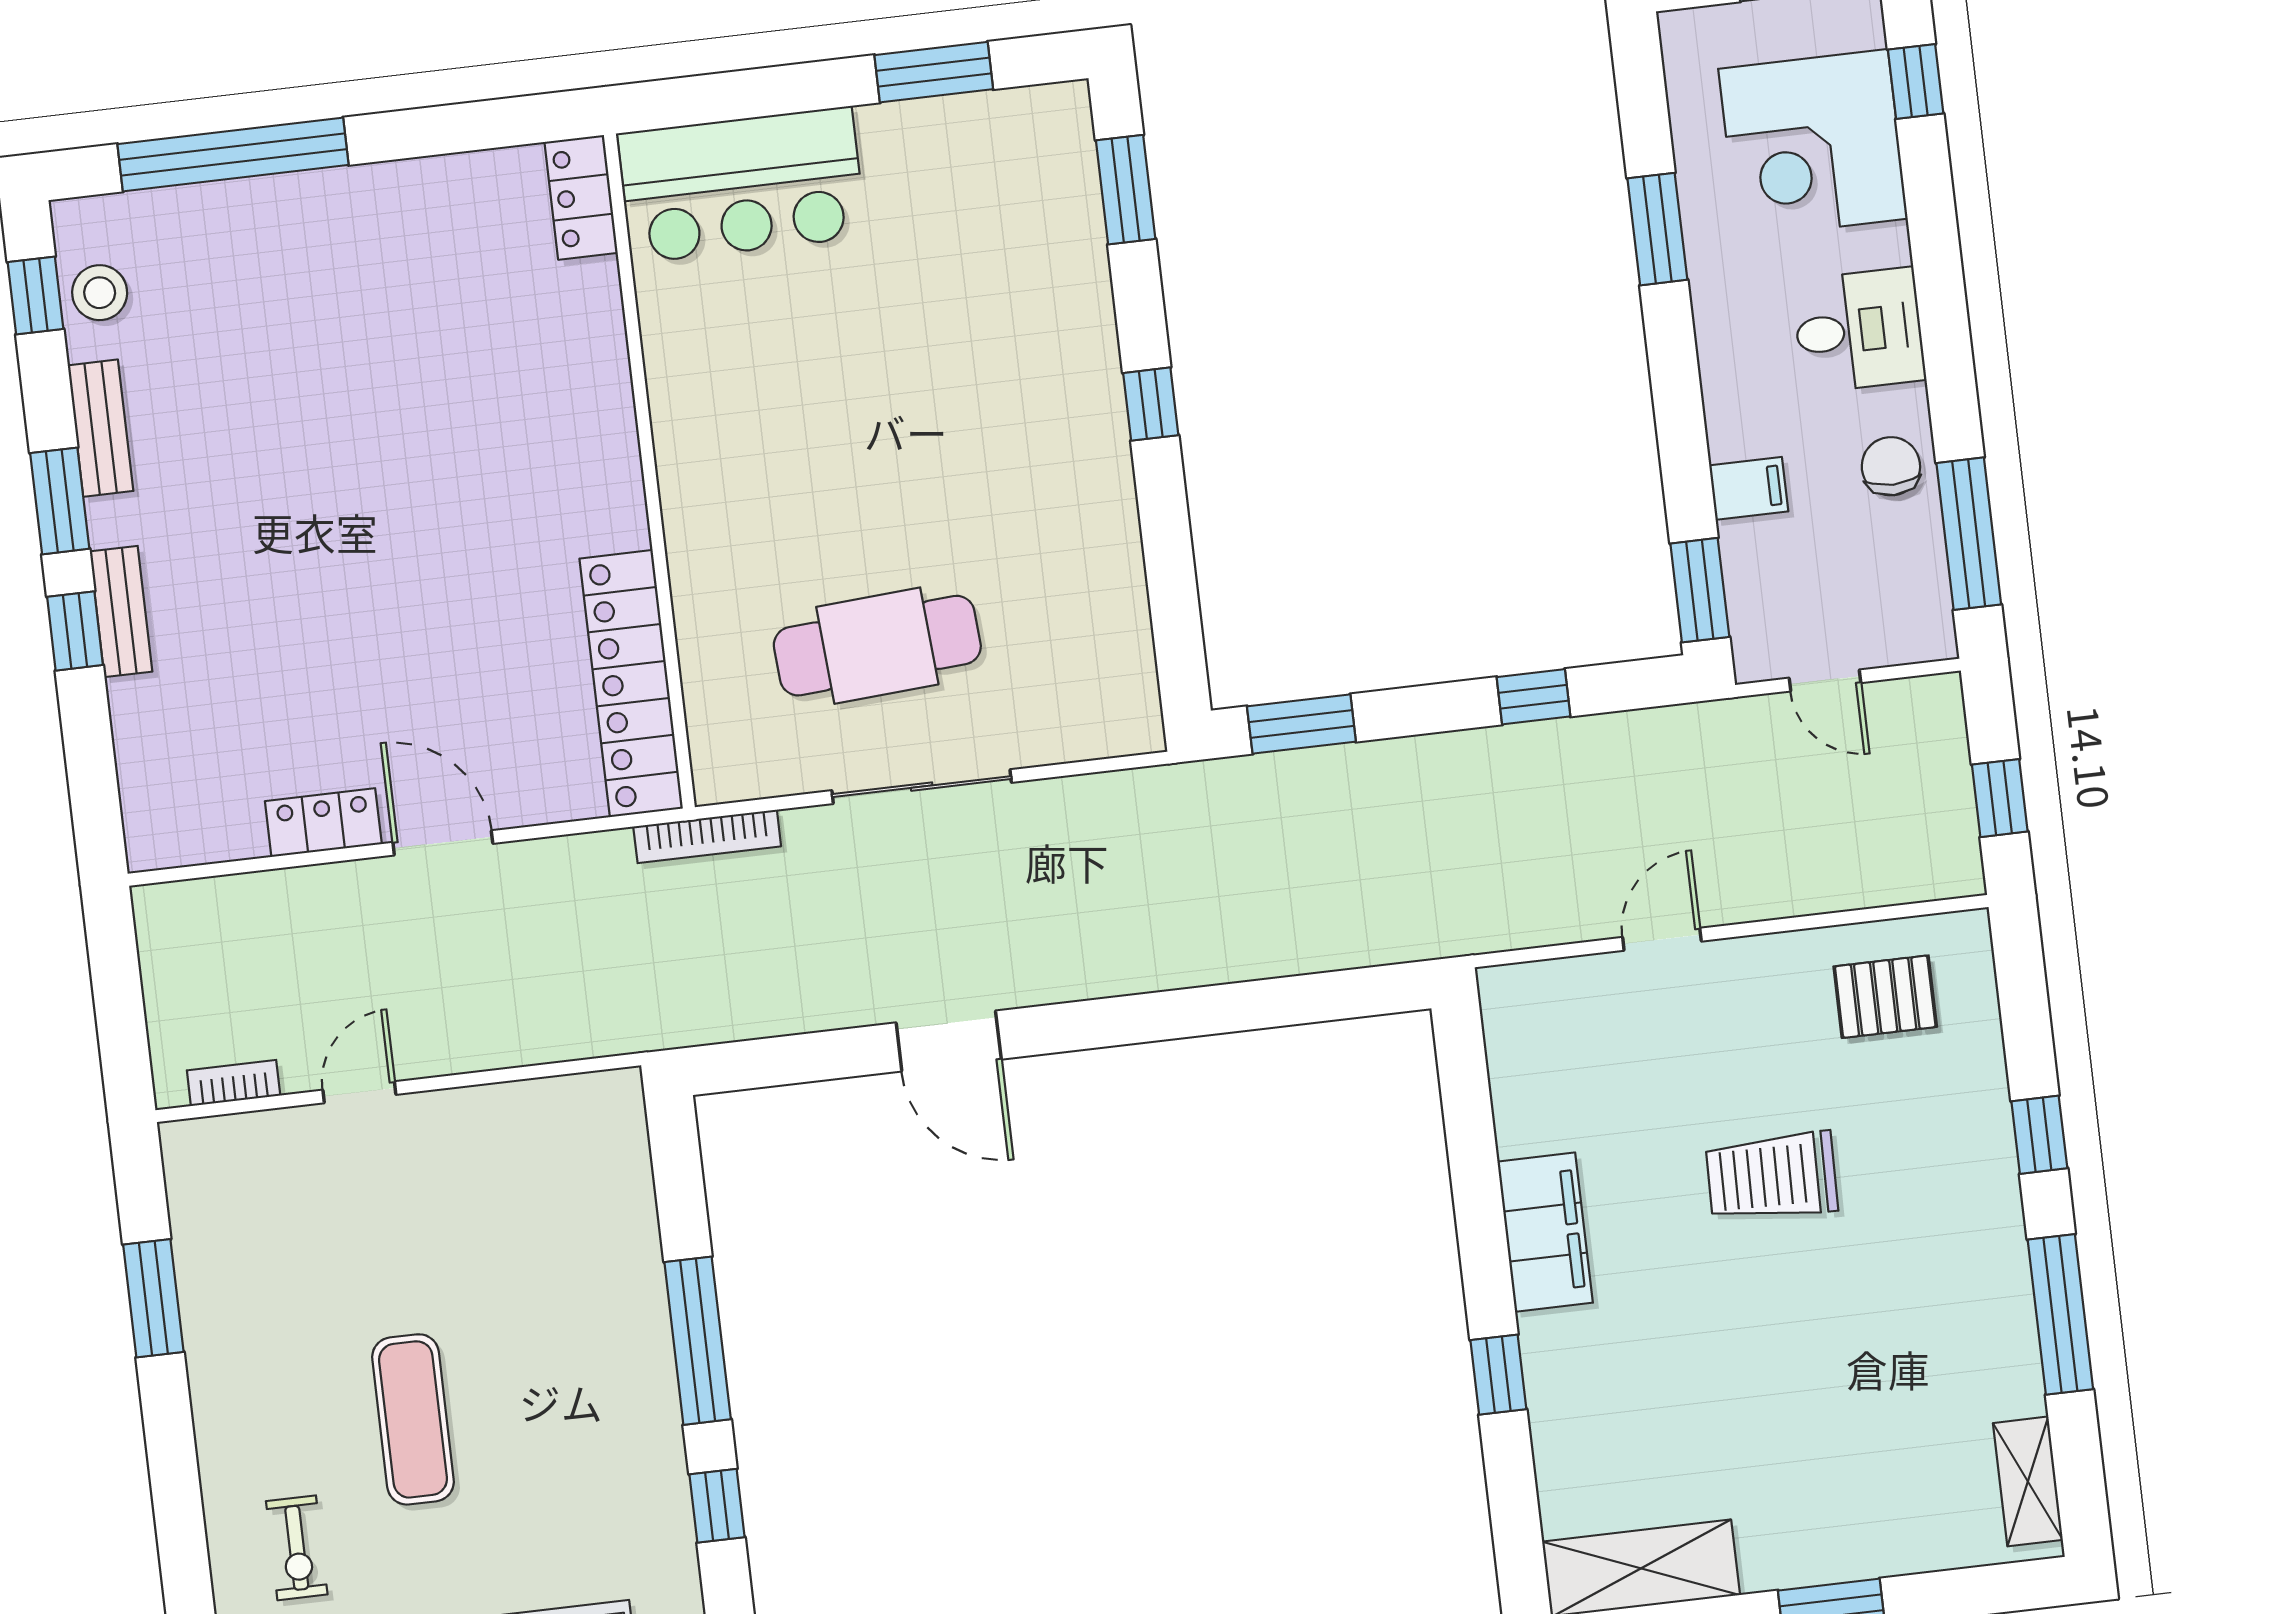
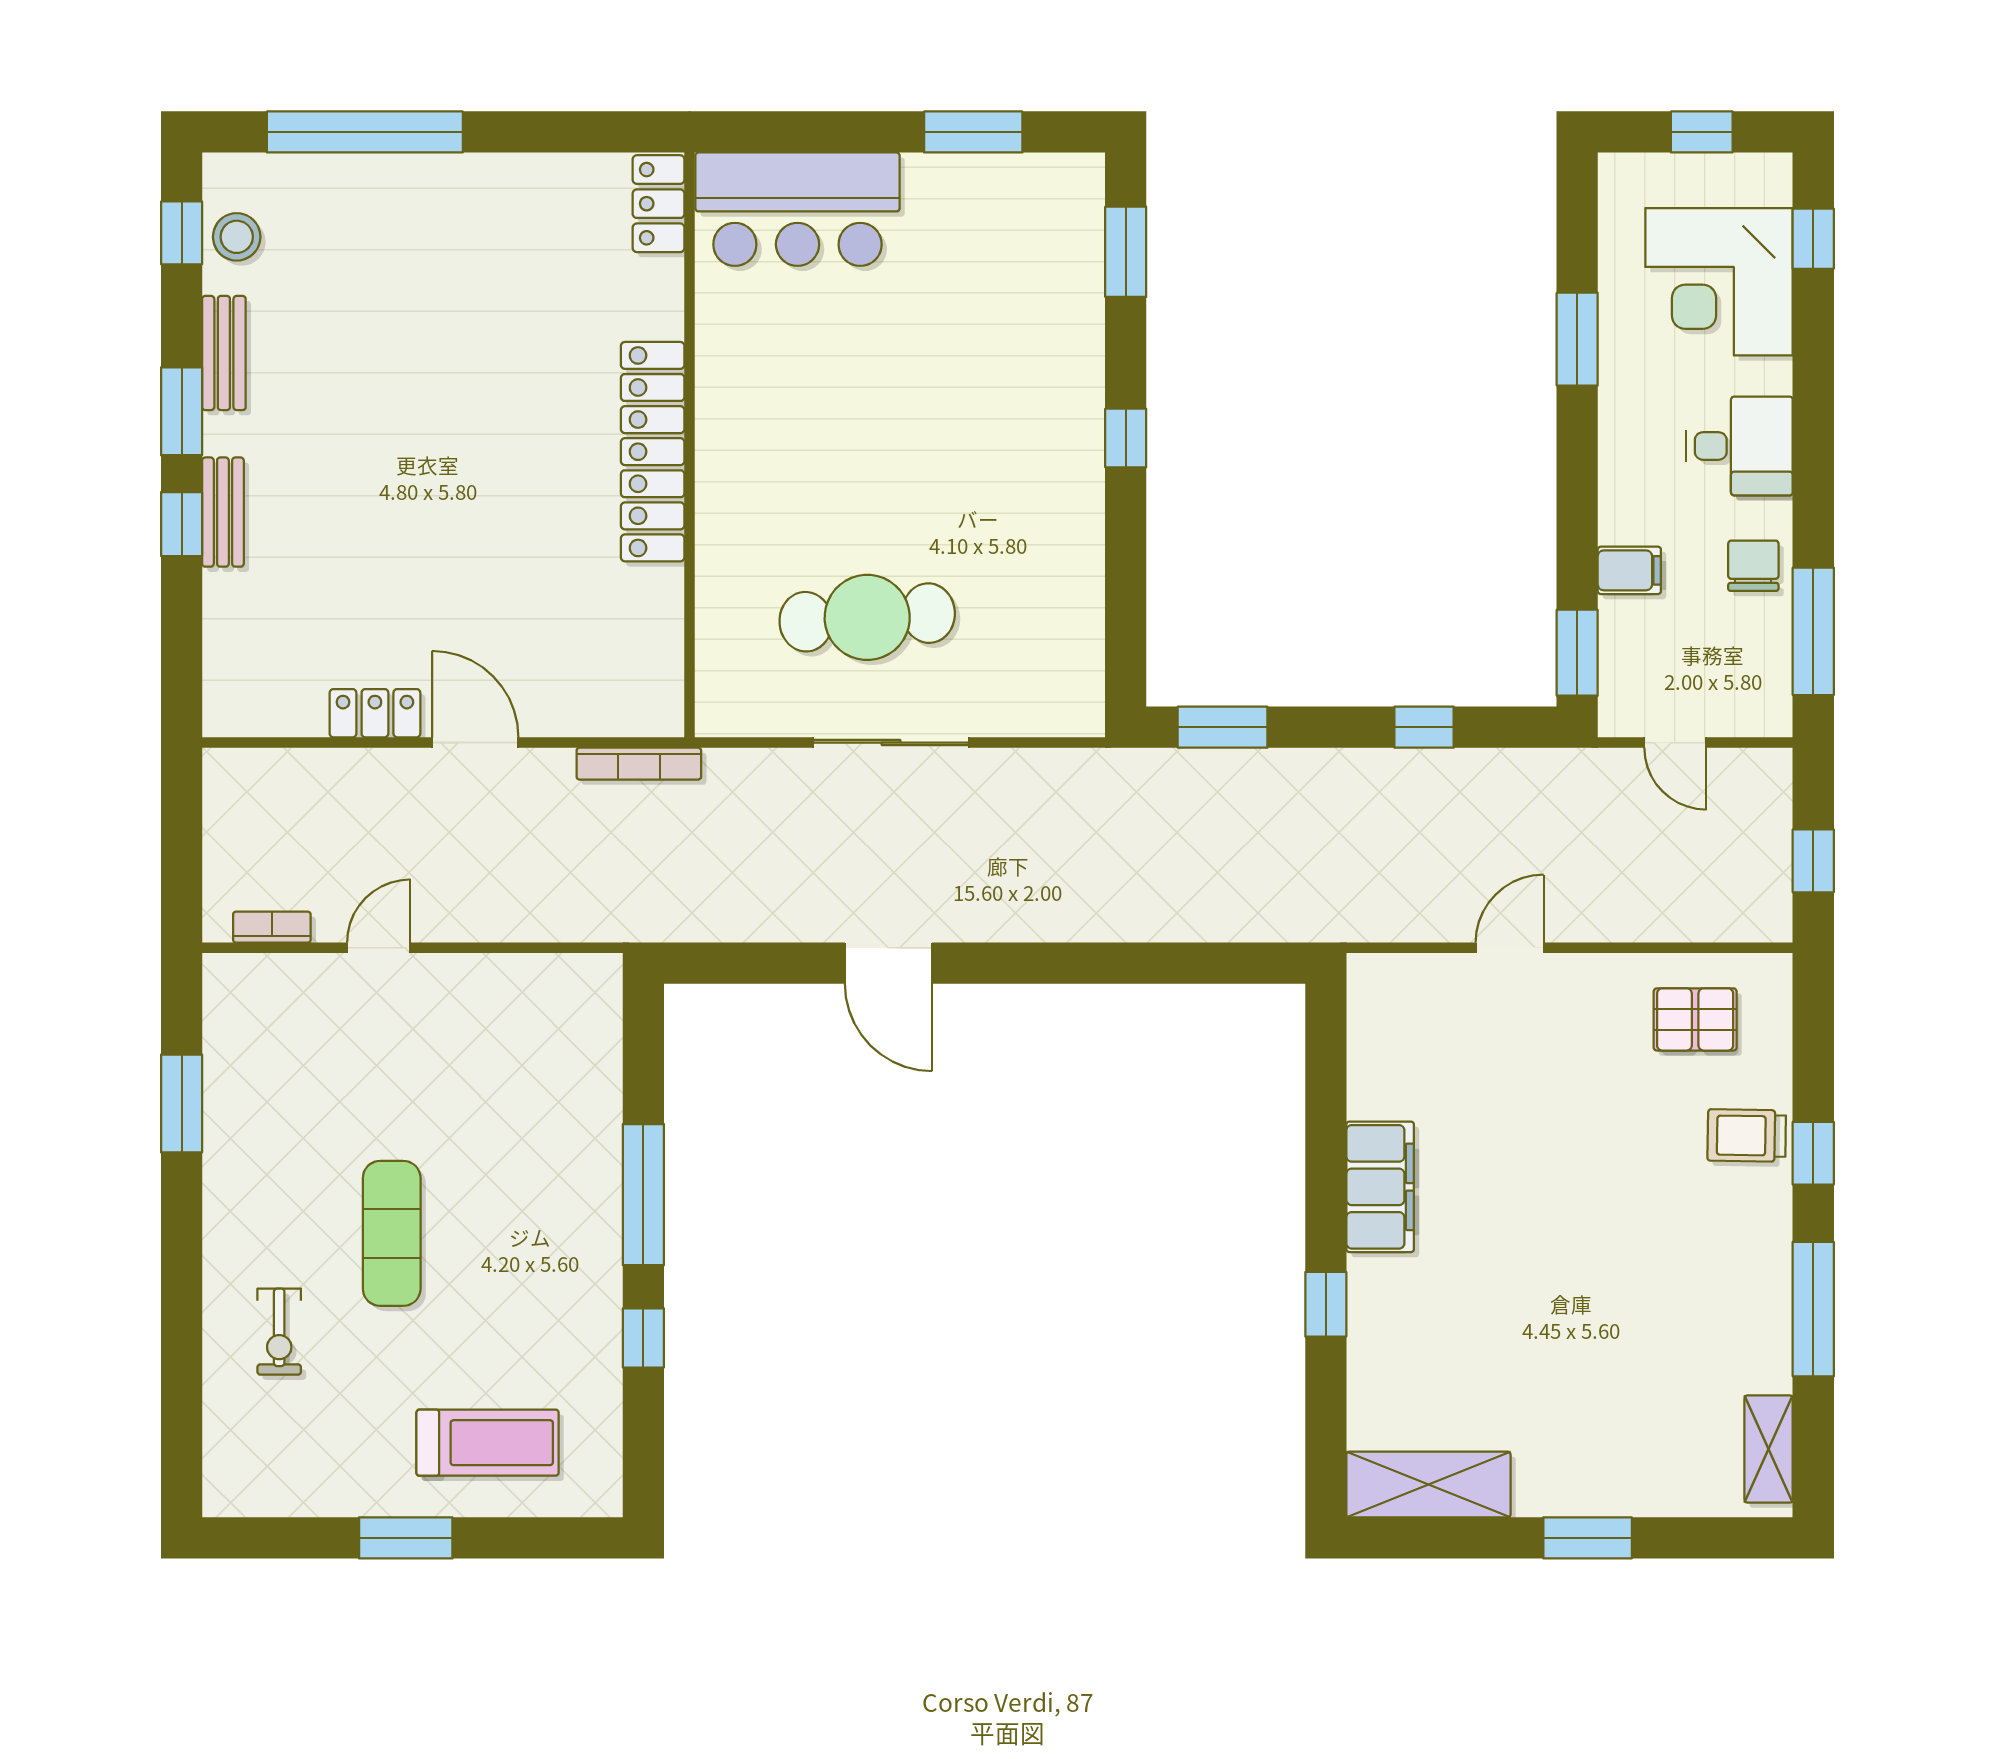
locker: (631, 684) -> (653, 452), moved
bookcase: (707, 836) -> (639, 764), moved
trolley: (1772, 1176) -> (1747, 1136), moved, width x0.73, depth x0.72

